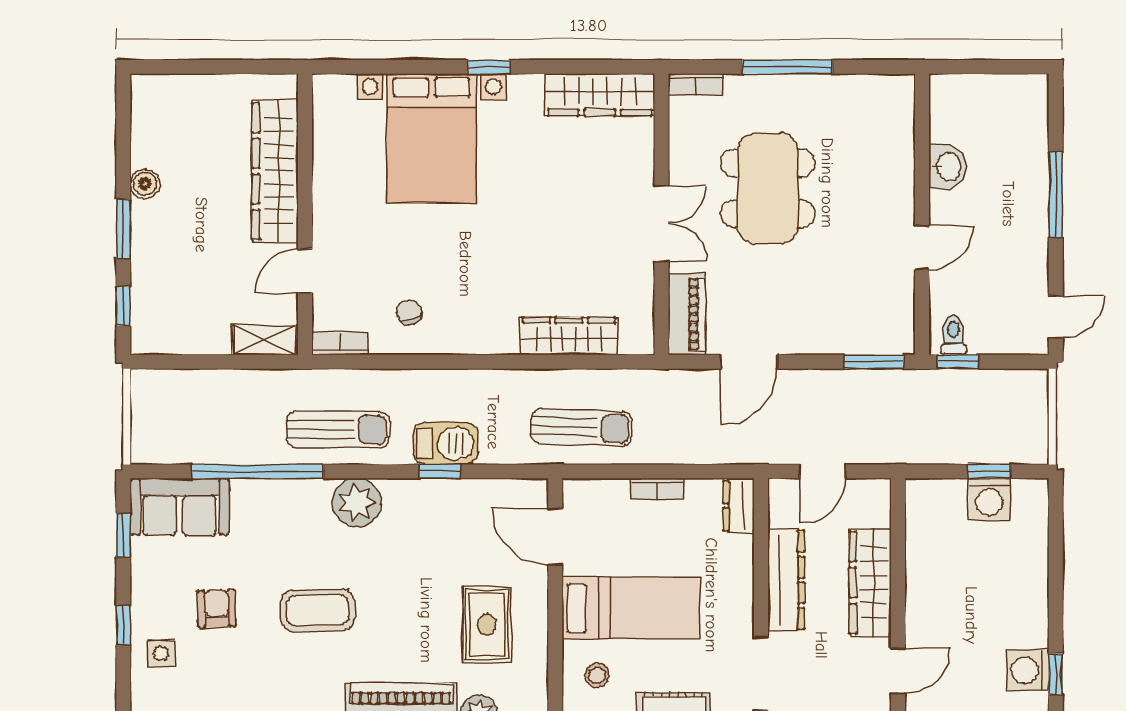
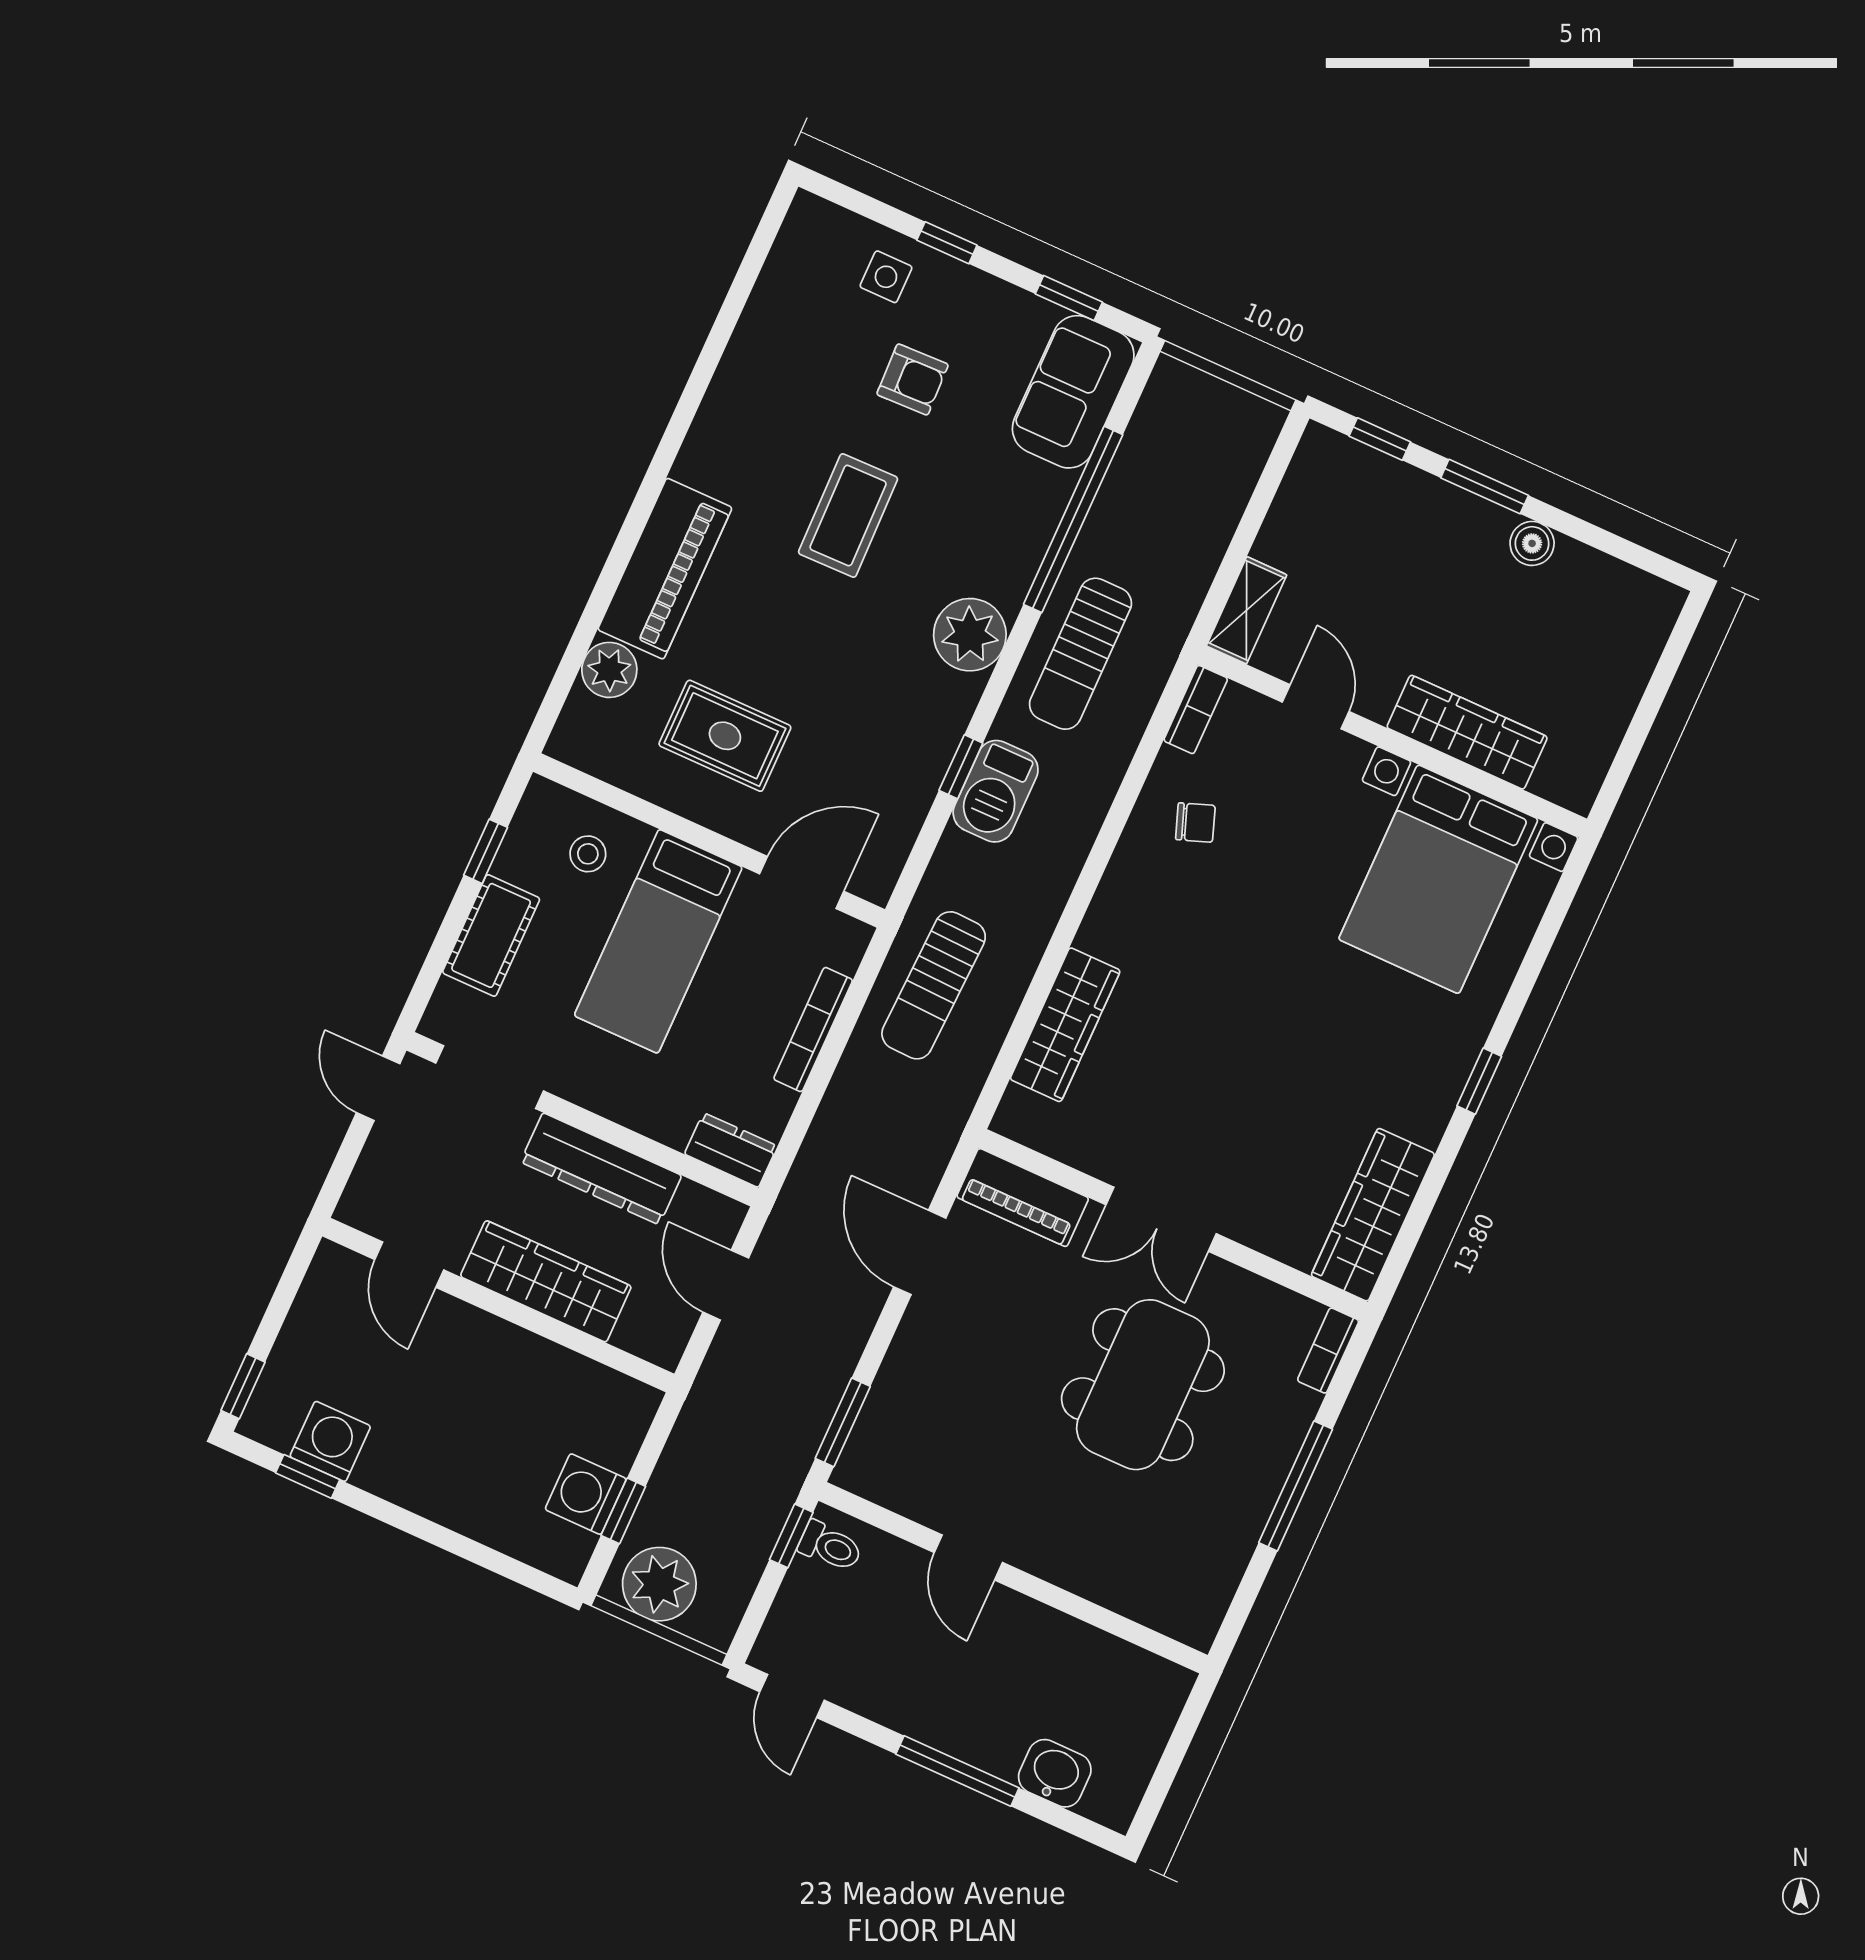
bed with nightstands: (432, 138) -> (1438, 879), moved, turned -90
washbasin: (948, 167) -> (1055, 1773), moved, turned 180
wardrobe: (275, 171) -> (1467, 732), width x0.71, depth x0.85
dining table: (768, 188) -> (1143, 1385), turned 90
plant: (1024, 429) -> (659, 1584), added
bookcase: (657, 489) -> (813, 1029), width x1.56

